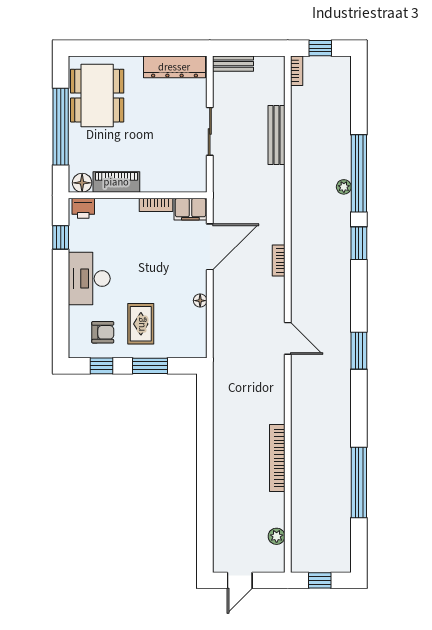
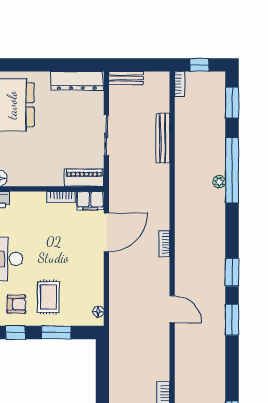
window: (359, 93) -> (232, 102), added
piano: (116, 182) -> (84, 178), moved
window: (359, 243) -> (232, 272), moved
floor lamp: (200, 301) -> (98, 312), moved

